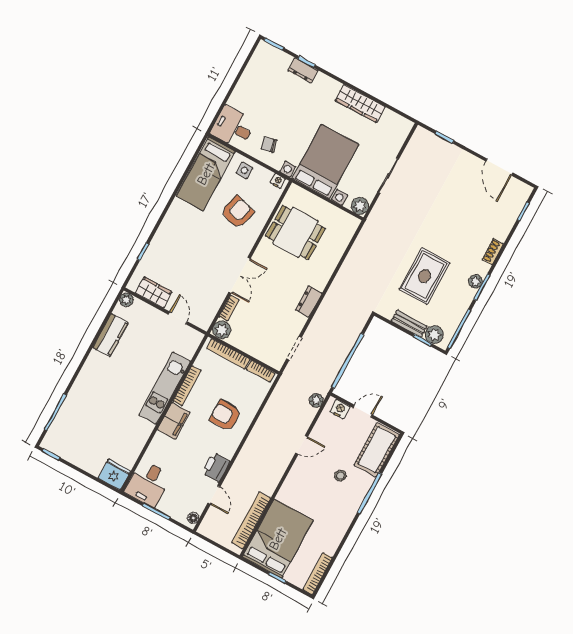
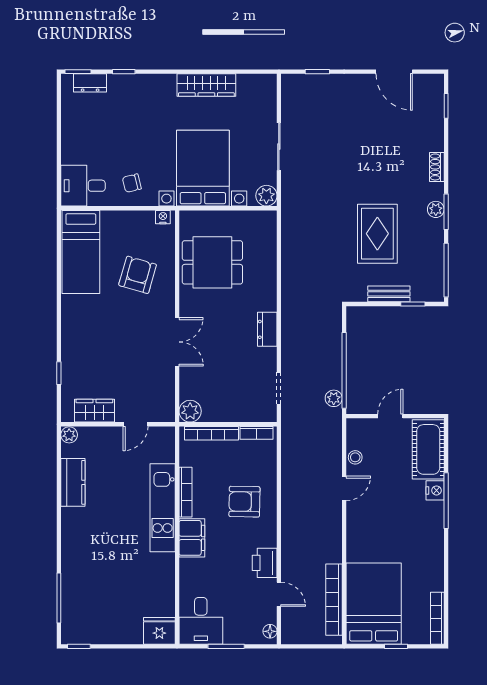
dresser: (303, 70) -> (90, 83), moved
side table: (244, 170) -> (121, 226), removed
bookcase: (229, 308) -> (185, 383), removed
door: (178, 318) -> (136, 424), swing flipped
plant: (434, 335) -> (423, 291), removed
plant: (316, 400) -> (334, 398), moved
nightstand: (340, 409) -> (435, 490), moved, turned 90
stool: (340, 476) -> (355, 457), moved

